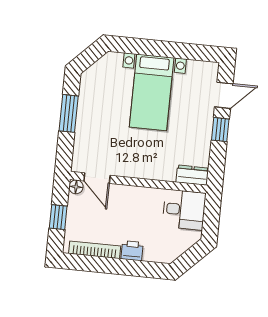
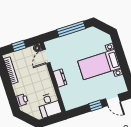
window: (69, 113) -> (71, 29), width x1.44
dresser: (192, 175) -> (60, 78), moved
printer: (132, 251) -> (22, 100), moved

